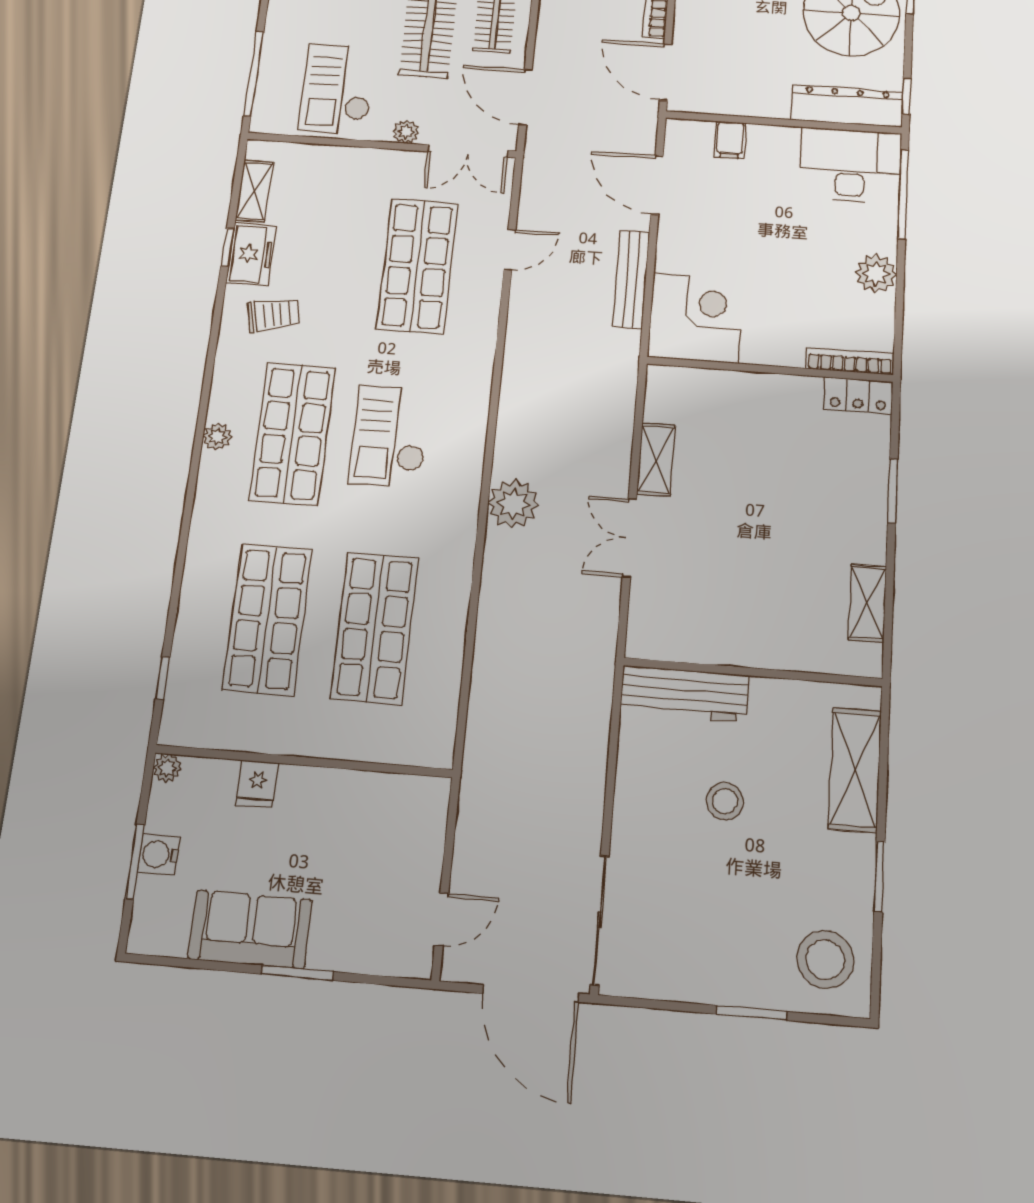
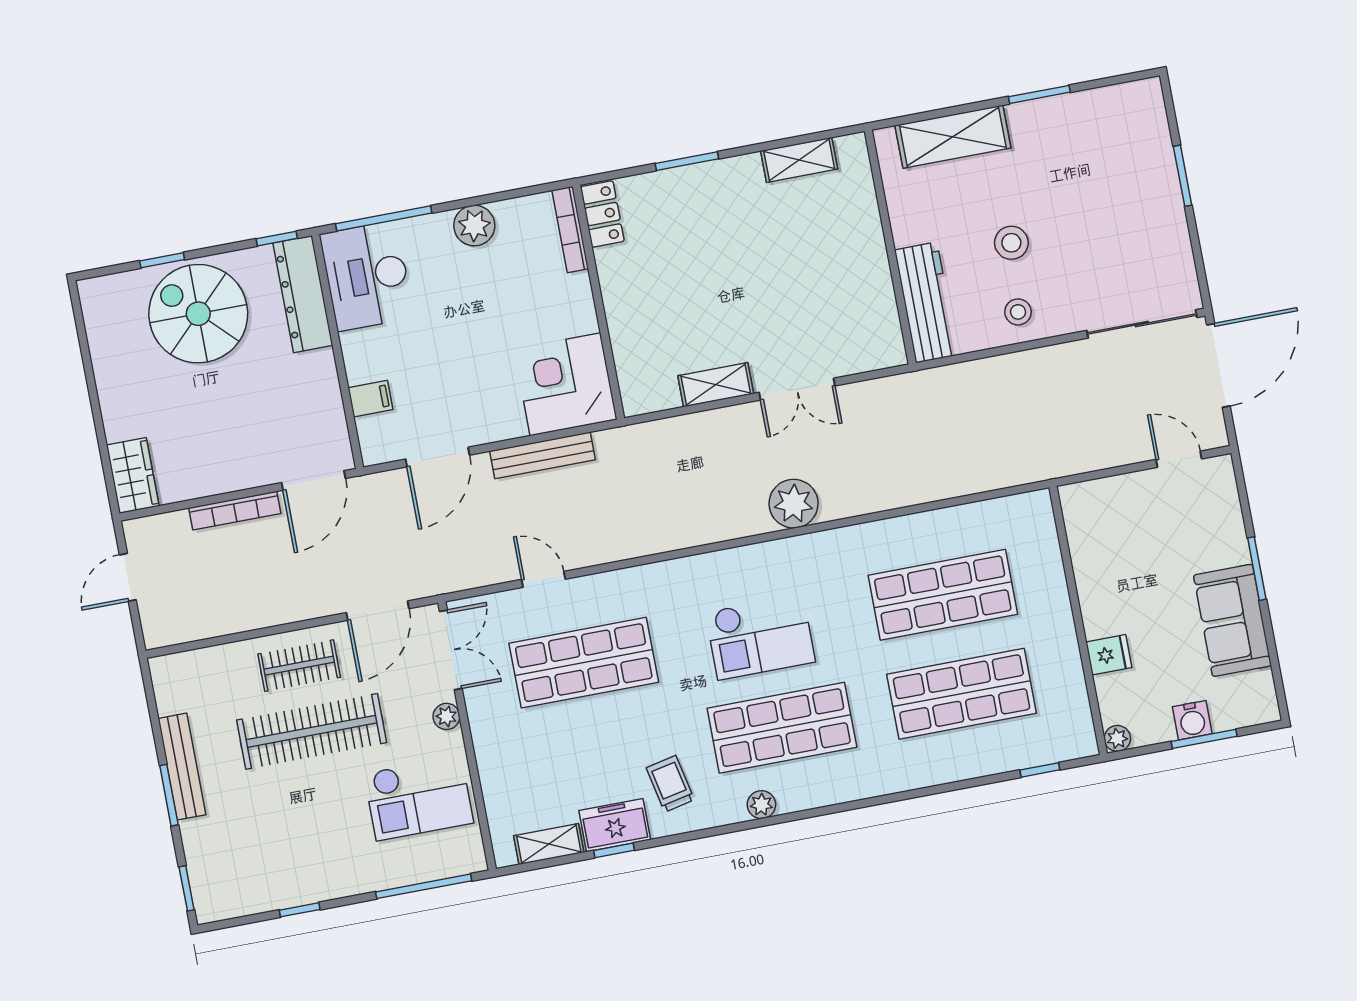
plant: (217, 437) -> (761, 805), moved
stool: (825, 960) -> (1018, 312), moved, width x0.53, depth x0.53

